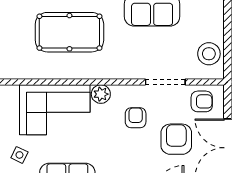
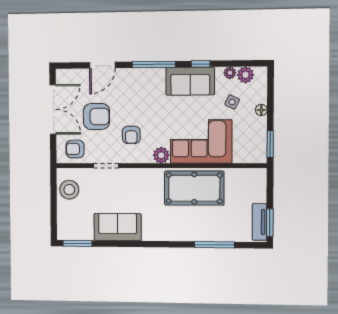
pool table: (69, 32) -> (194, 188), moved
doorway: (165, 82) -> (106, 166), width x0.73
armchair: (176, 139) -> (96, 116), turned -90

